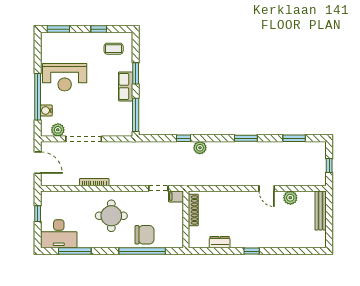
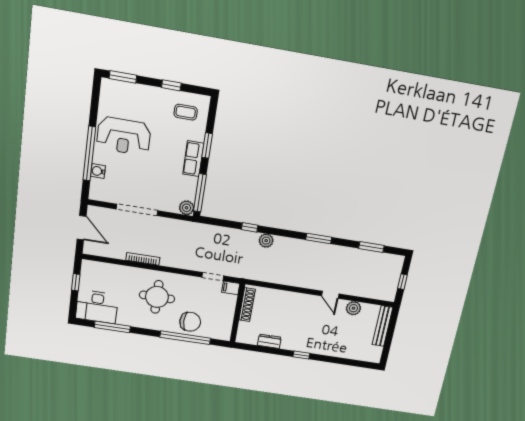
plant: (58, 130) -> (187, 208), moved

